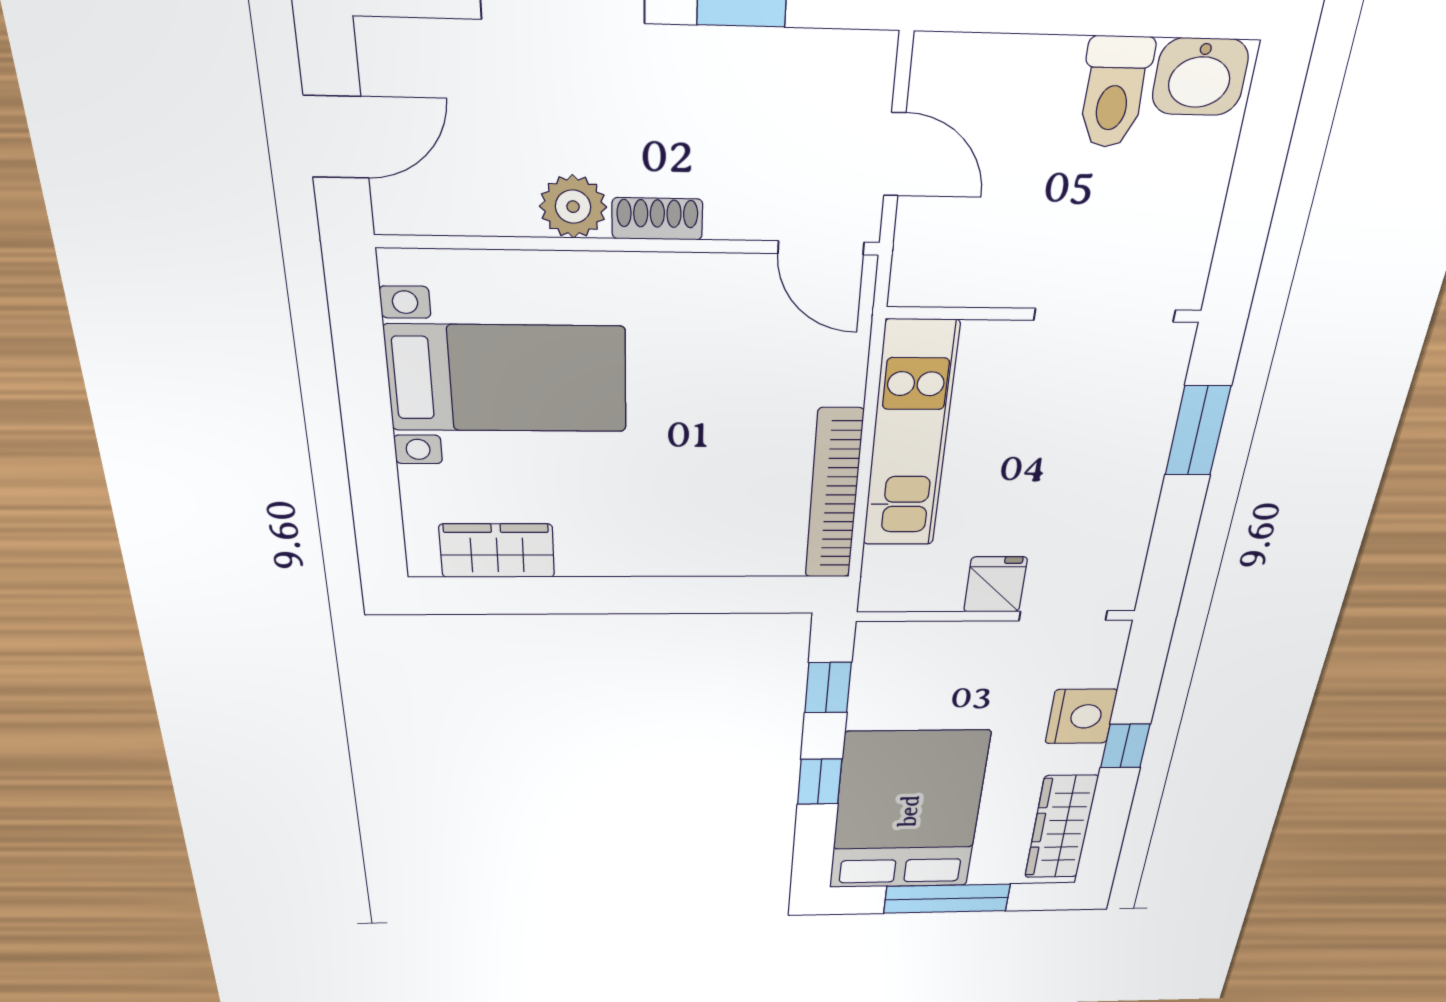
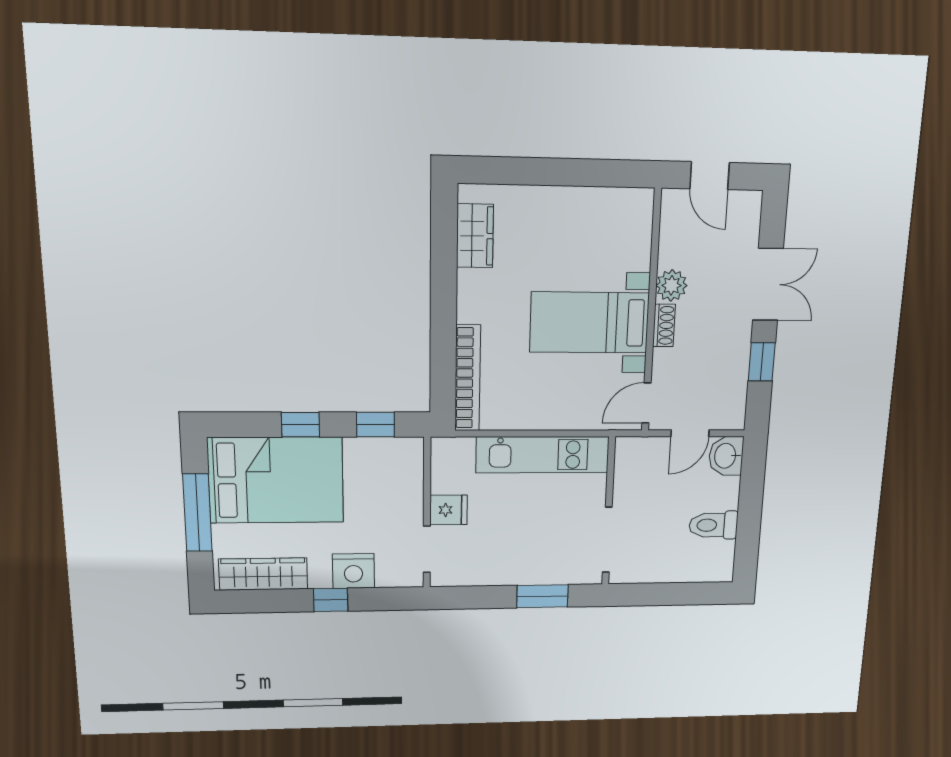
washbasin: (1200, 77) -> (726, 456), moved
bed with nightstands: (507, 379) -> (589, 323), moved, turned 90
bookcase: (834, 495) -> (468, 378), moved, turned 90

